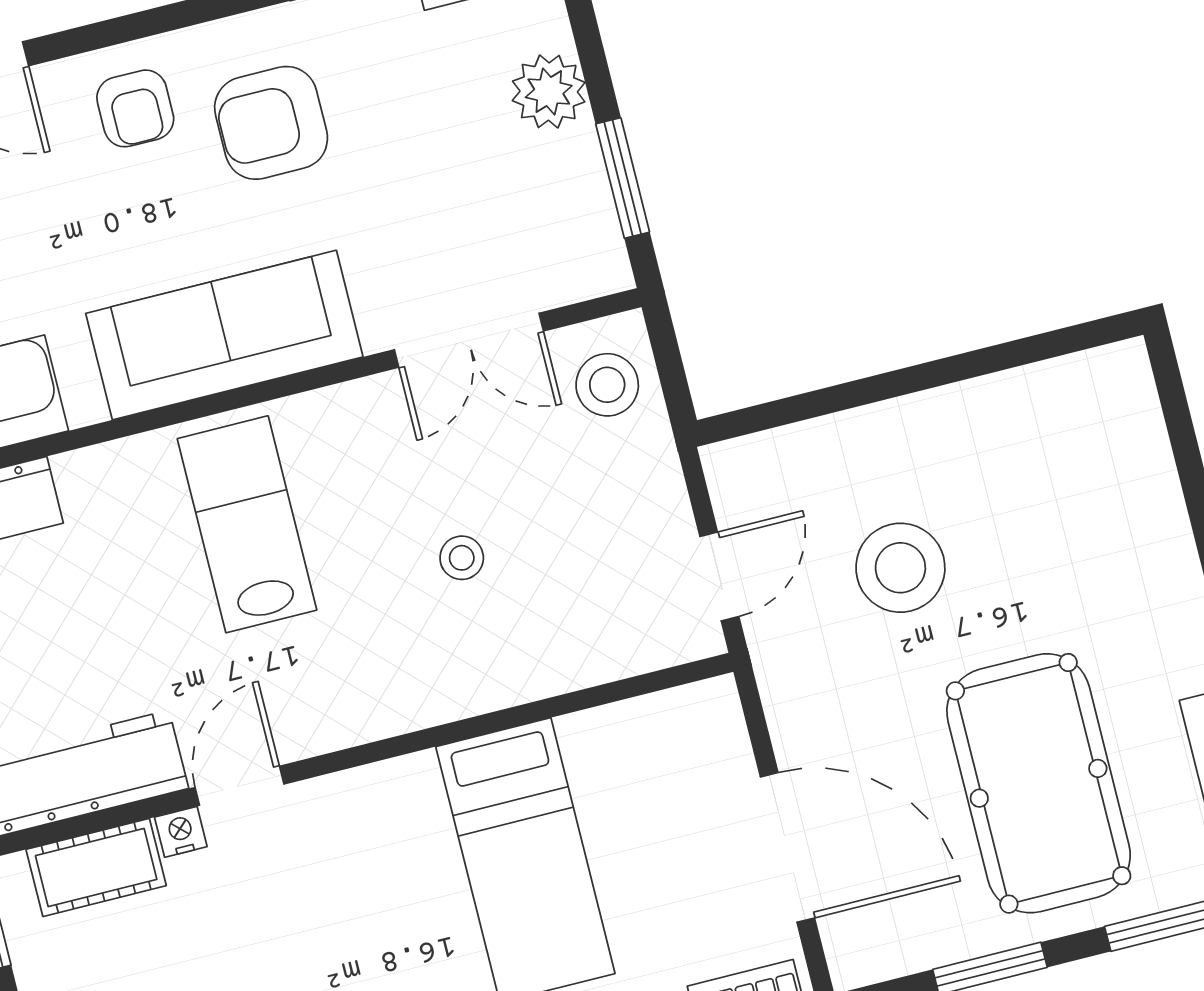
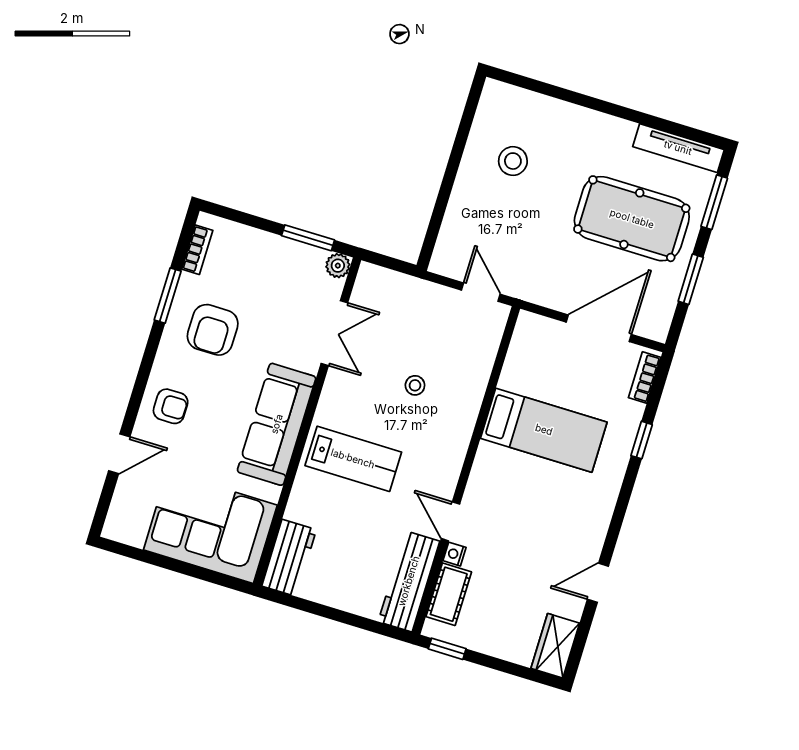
plant: (549, 92) -> (338, 266), moved, width x0.73, depth x0.73
armchair: (271, 123) -> (213, 330), moved
stool: (607, 385) -> (383, 291), removed
lab bench: (247, 524) -> (353, 459), turned 180
stool: (900, 568) -> (513, 161), moved, width x0.73, depth x0.73

